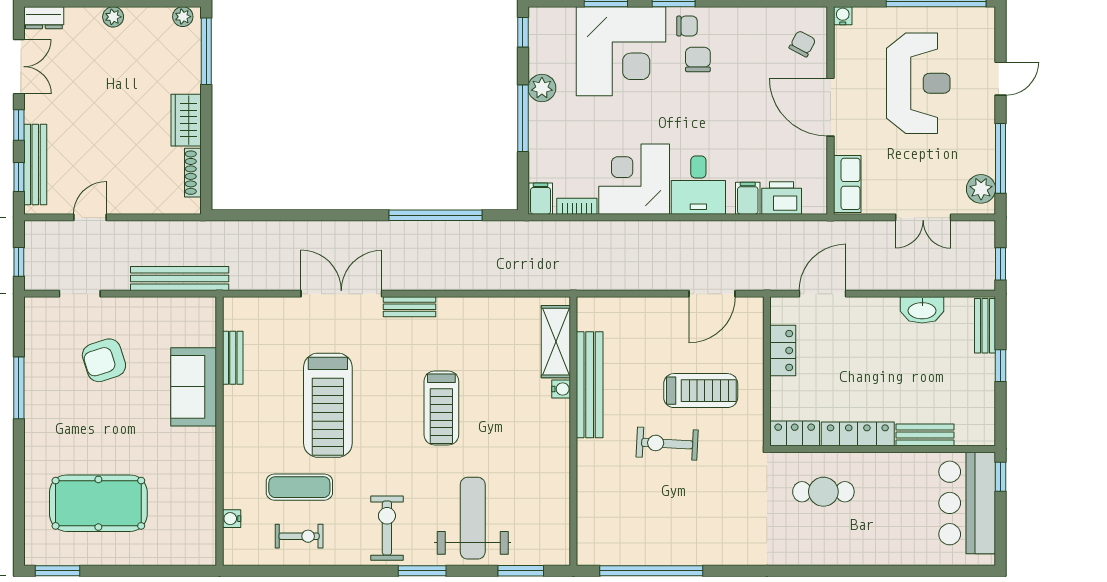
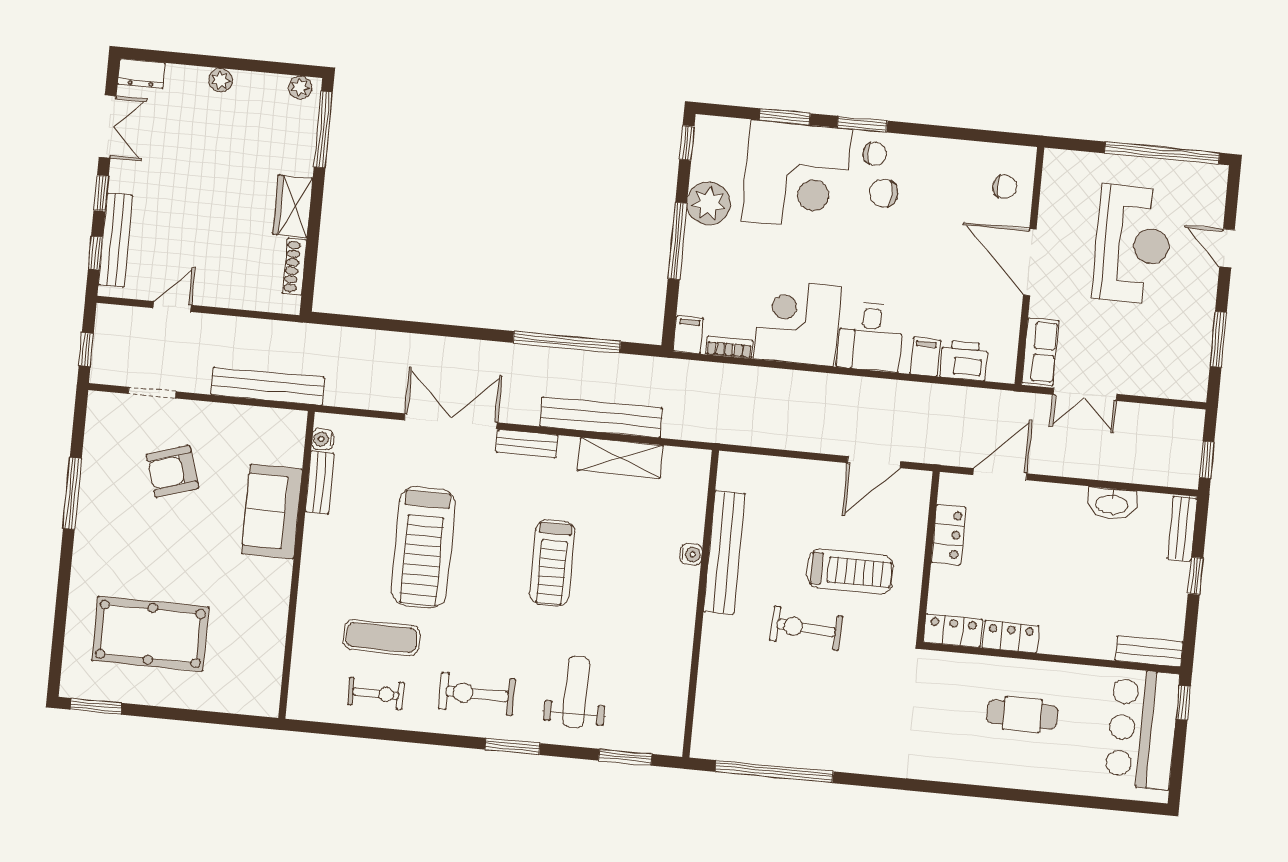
water cooler: (843, 16) -> (1054, 159), removed
chair: (802, 44) -> (1005, 187), turned 62
chair: (698, 59) -> (884, 193), turned -90
door: (1001, 79) -> (1227, 248), swing flipped
plant: (542, 88) -> (709, 203), width x1.36, depth x1.36
window: (1001, 158) -> (1218, 339), width x0.69
plant: (981, 189) -> (1193, 372), removed
double door: (923, 217) -> (1085, 394), moved
bench: (472, 278) -> (601, 417), added
shelving: (556, 342) -> (620, 458), moved, turned 90
locker: (858, 434) -> (1011, 637), width x0.66
bench: (925, 435) -> (1149, 651), moved
cafe table: (823, 492) -> (1022, 715), moved
weight bench: (473, 518) -> (576, 692), width x0.73, depth x0.75
water cooler: (232, 519) -> (323, 439), moved
exercise bike: (387, 528) -> (477, 694), turned -90

